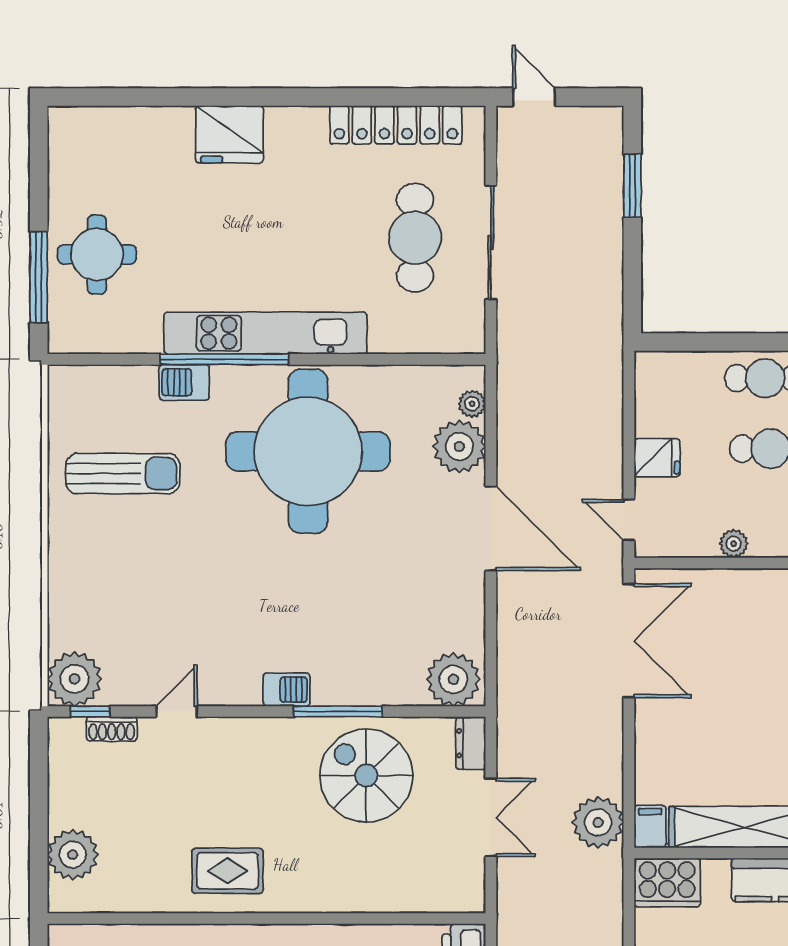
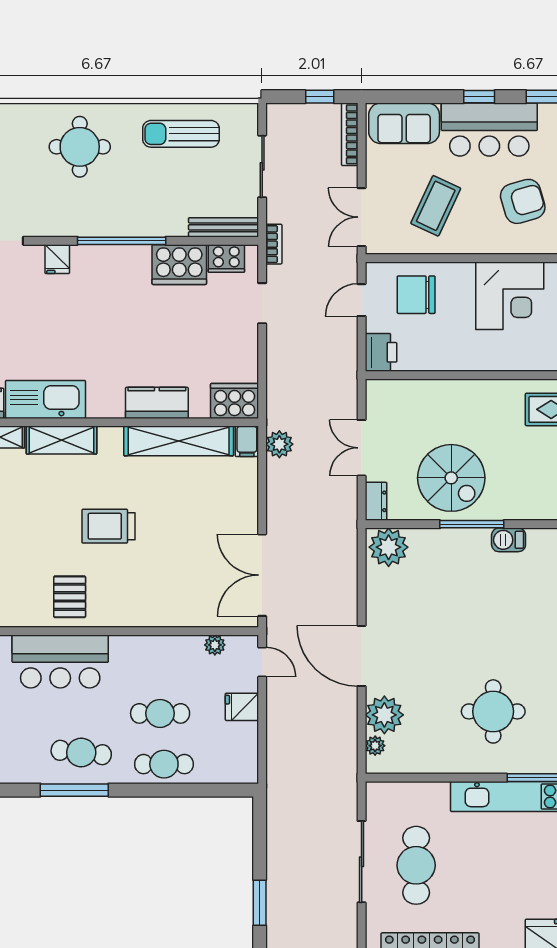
round table: (308, 451) -> (493, 711), width x0.54, depth x0.54
plant: (734, 544) -> (215, 645), moved
plant: (598, 822) -> (279, 444), width x0.73, depth x0.73

